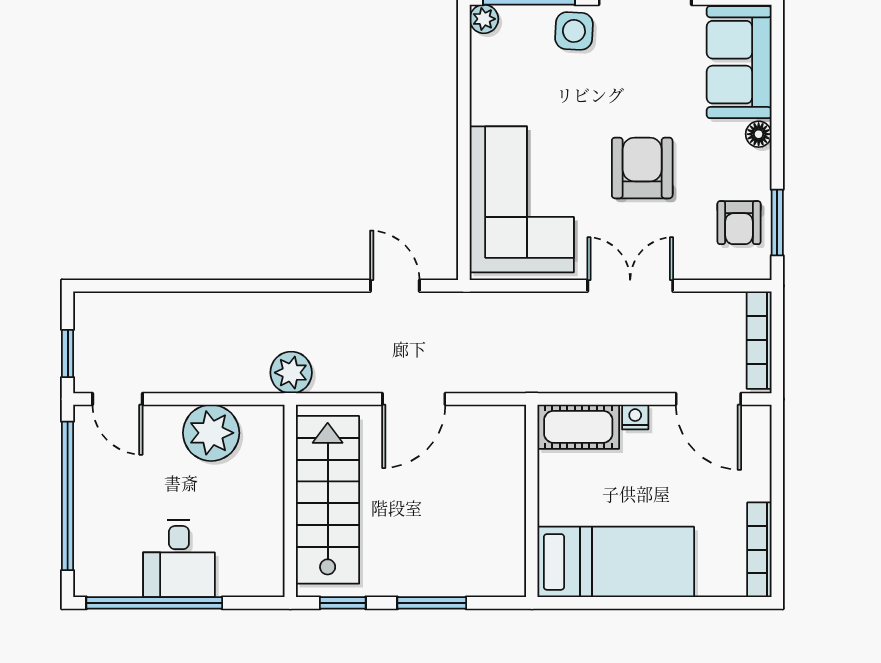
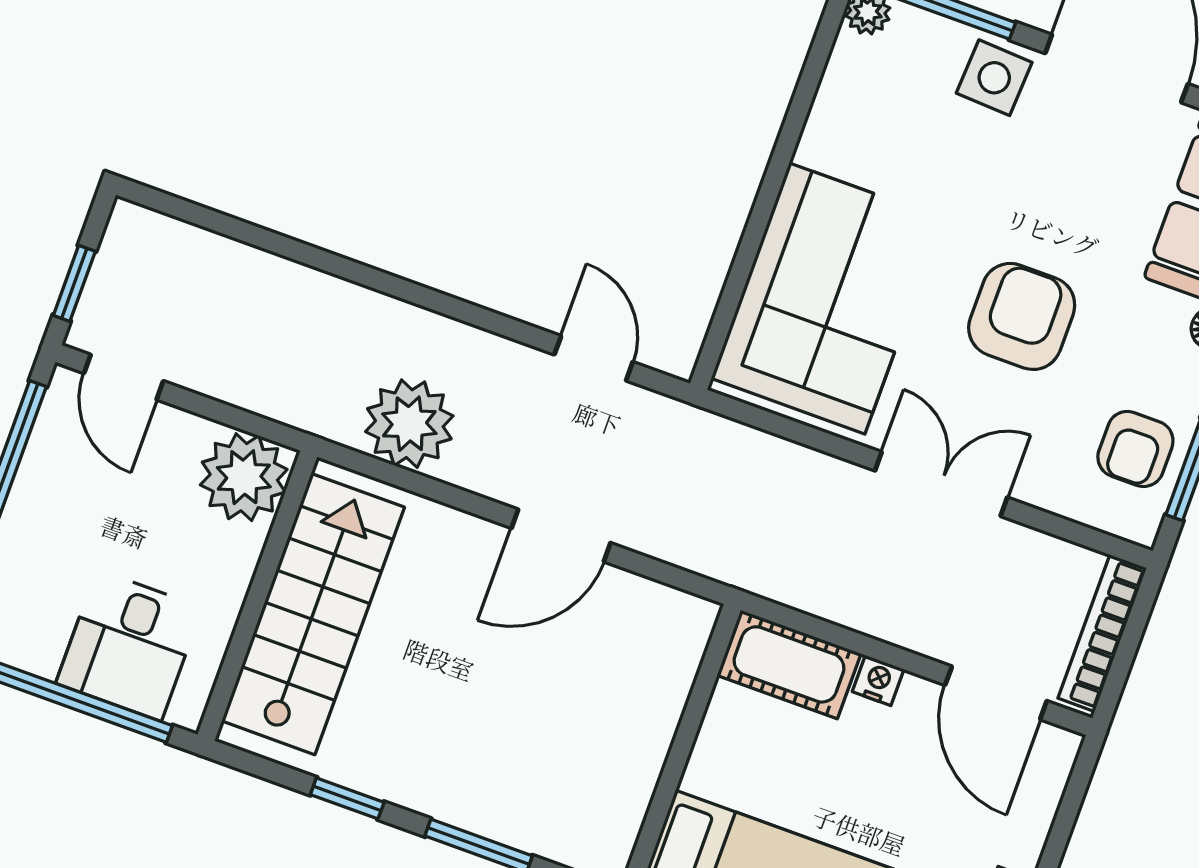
plant: (291, 373) -> (409, 424), width x1.36, depth x1.36
stairs: (328, 500) -> (313, 614), moved
wall: (290, 501) -> (257, 596), moved

